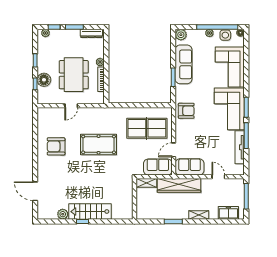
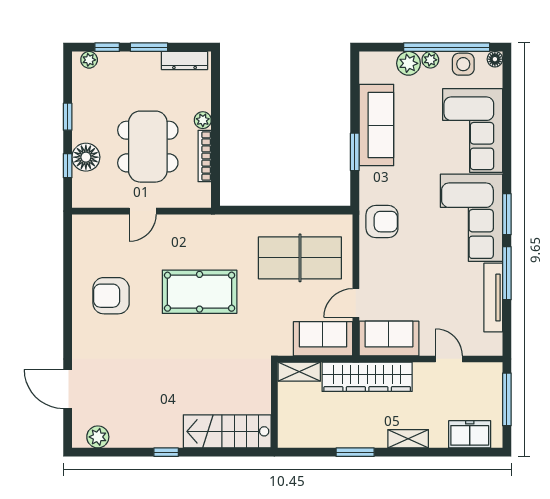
plant: (181, 35) -> (409, 63), moved
stairs: (90, 212) -> (227, 431), moved
plant: (63, 214) -> (98, 437), moved

